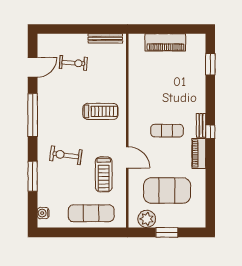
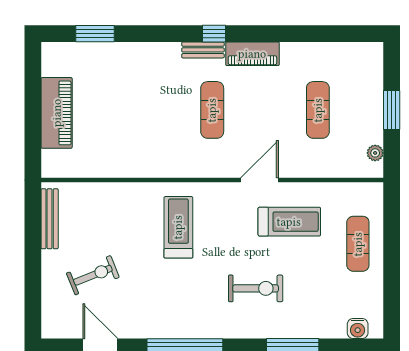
exercise bike: (73, 63) -> (93, 275), turned 64
exercise bike: (66, 155) -> (256, 288), turned -98
exercise mat: (167, 191) -> (318, 110), width x0.50, depth x0.69
exercise mat: (91, 213) -> (358, 244), width x0.73, depth x0.69
plant: (147, 219) -> (375, 153), width x0.53, depth x0.53

